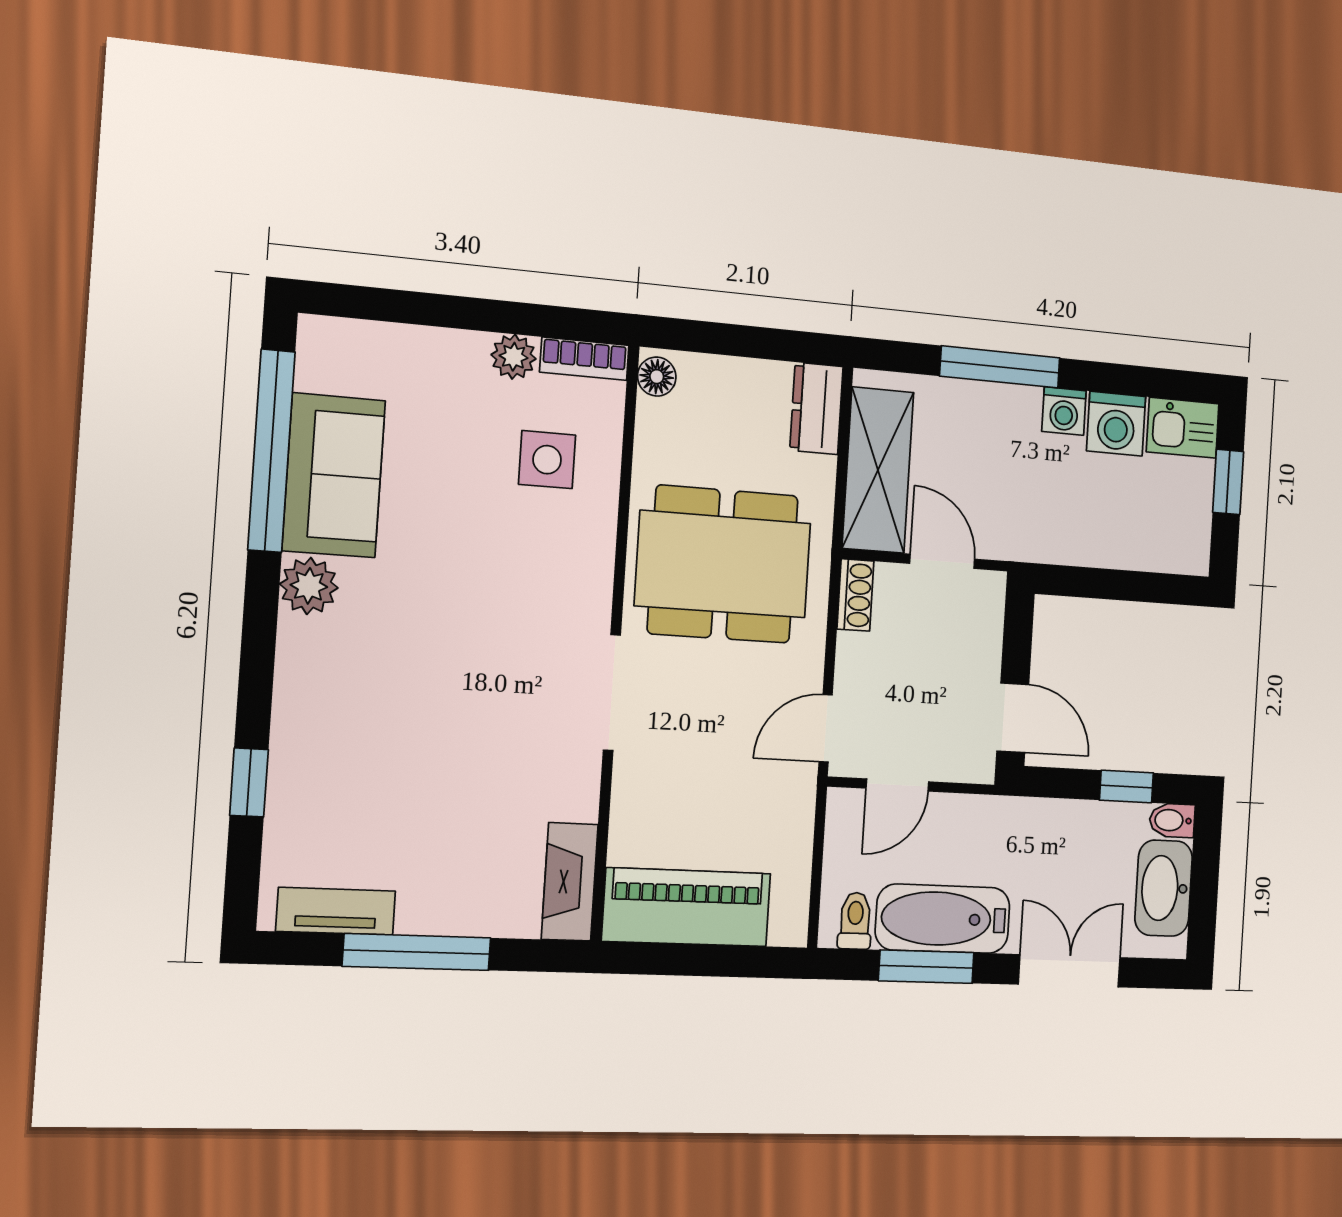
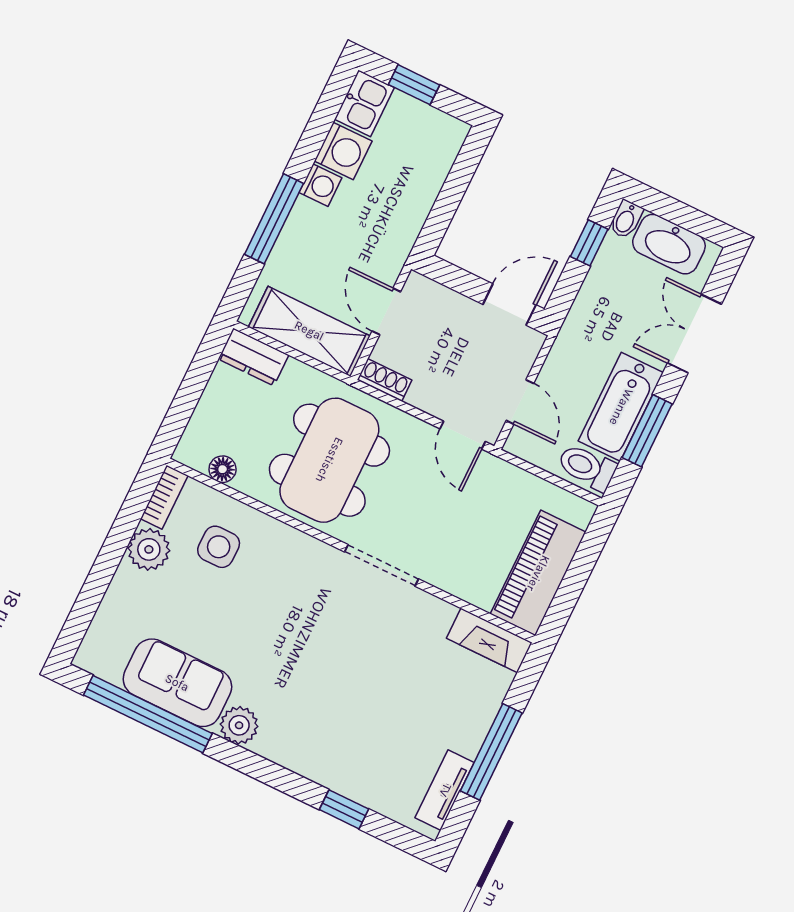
plant: (514, 357) -> (149, 549), width x1.38, depth x1.38
floor lamp: (657, 377) -> (223, 469), moved
door: (942, 561) -> (386, 312), hinge flipped
toilet: (855, 921) -> (587, 467), width x1.37, depth x1.39

